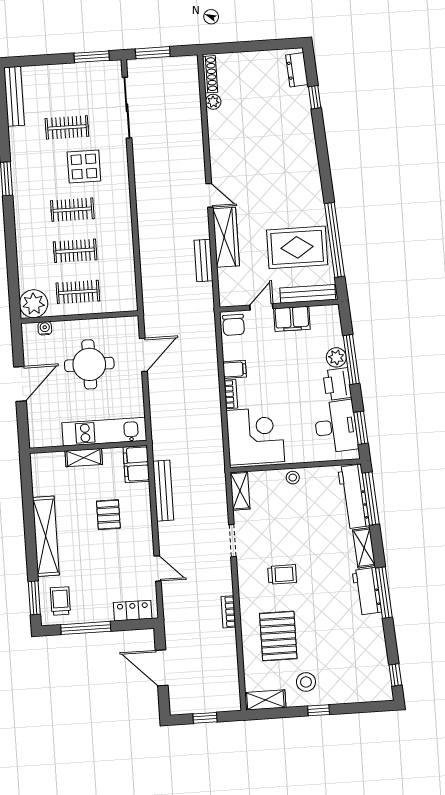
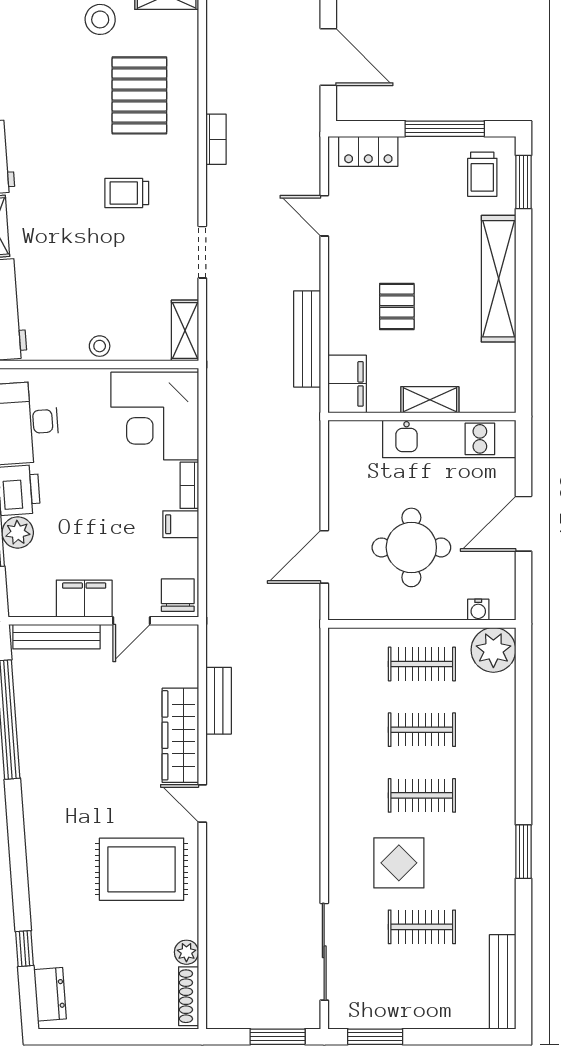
rug: (297, 247) -> (142, 869), moved
kitchen unit: (104, 432) -> (449, 439), moved

